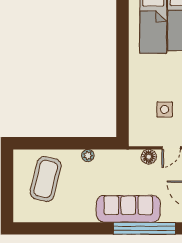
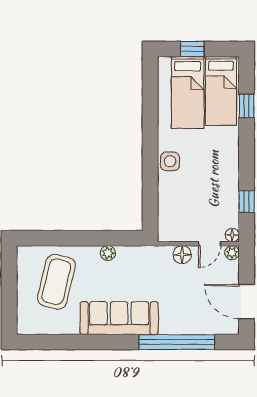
side table: (165, 109) -> (170, 161), moved
sofa: (128, 209) -> (119, 318), moved

